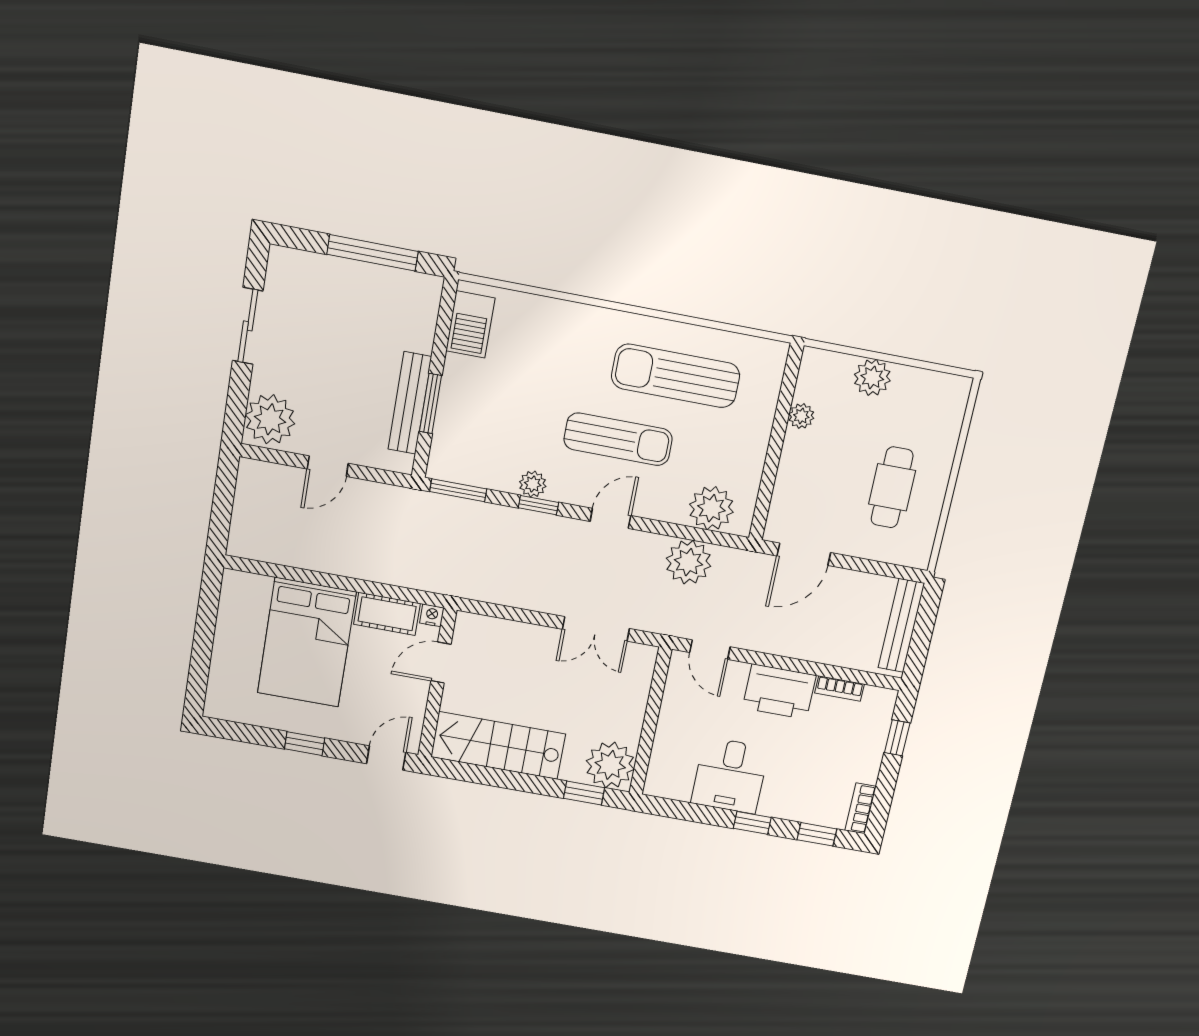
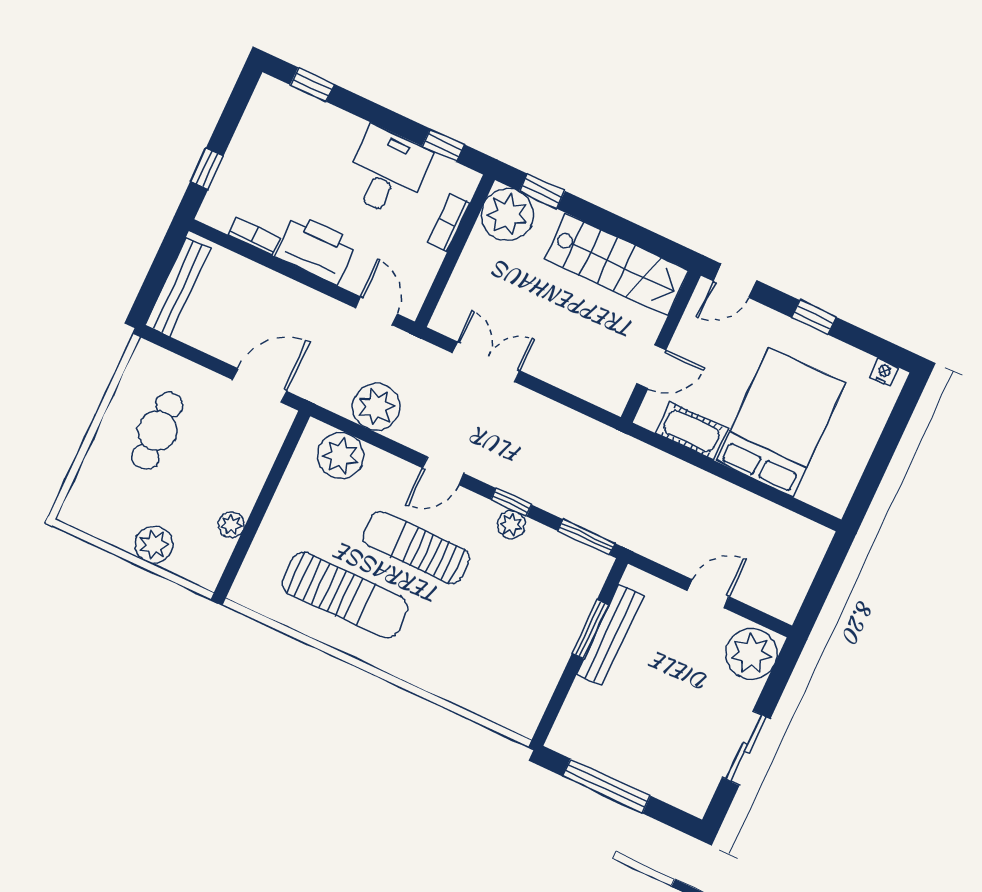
barbecue: (470, 324) -> (531, 695), removed
nightstand: (432, 615) -> (884, 372), moved, turned 180
bookcase: (860, 808) -> (449, 223), moved, turned 180
window: (752, 823) -> (443, 145), moved

